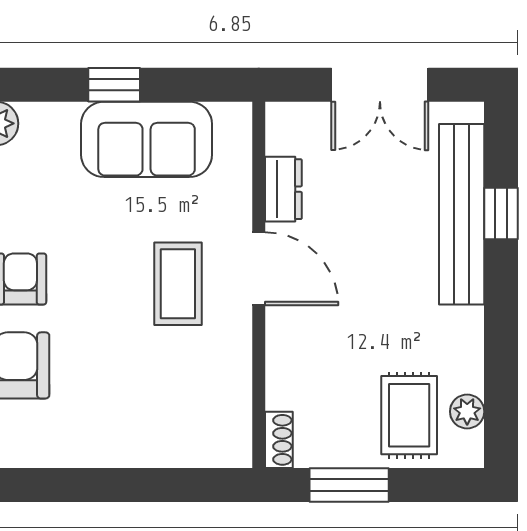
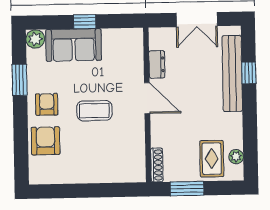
sofa: (147, 139) -> (74, 45), moved
coffee table: (178, 284) -> (94, 111), moved, turned 90
shoe rack: (279, 440) -> (157, 165), width x1.43

